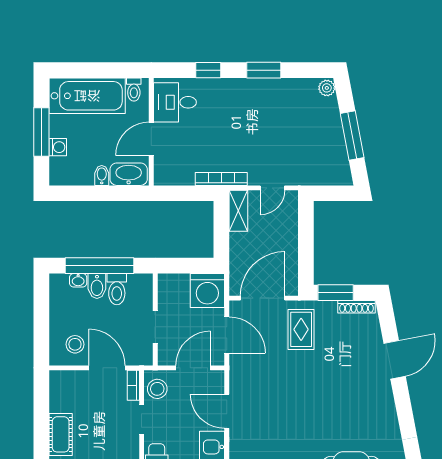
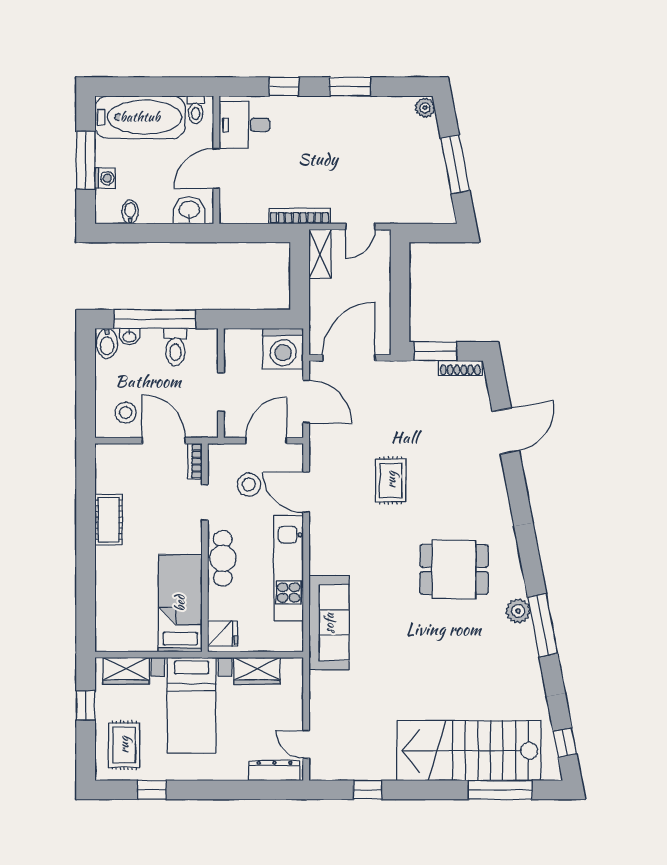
washbasin: (129, 174) -> (189, 210), width x0.72
bidet: (102, 175) -> (130, 212), moved
bidet: (97, 286) -> (107, 343), moved
rug: (301, 329) -> (391, 480), moved
stool: (157, 389) -> (249, 485), moved

